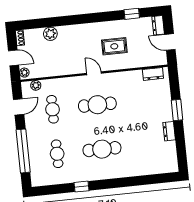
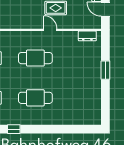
door: (94, 73) -> (50, 30), moved
dresser: (169, 131) -> (96, 88), removed

